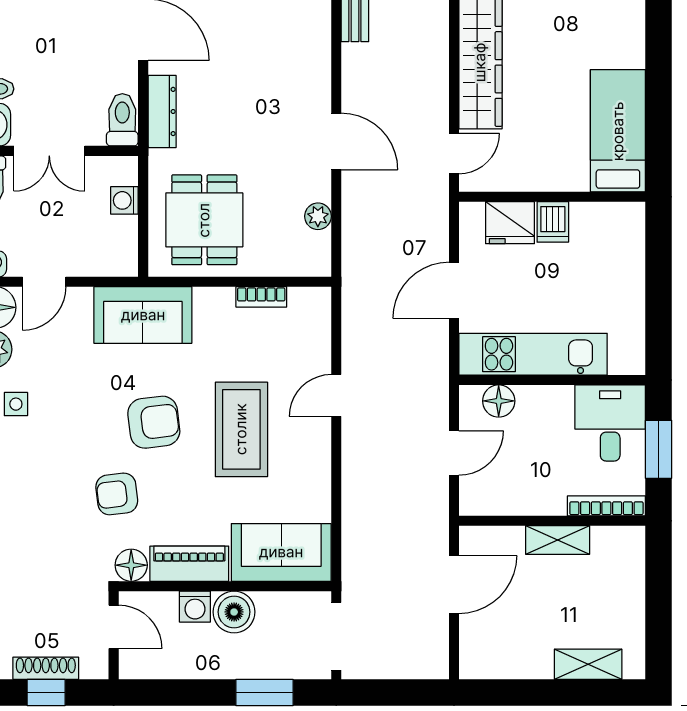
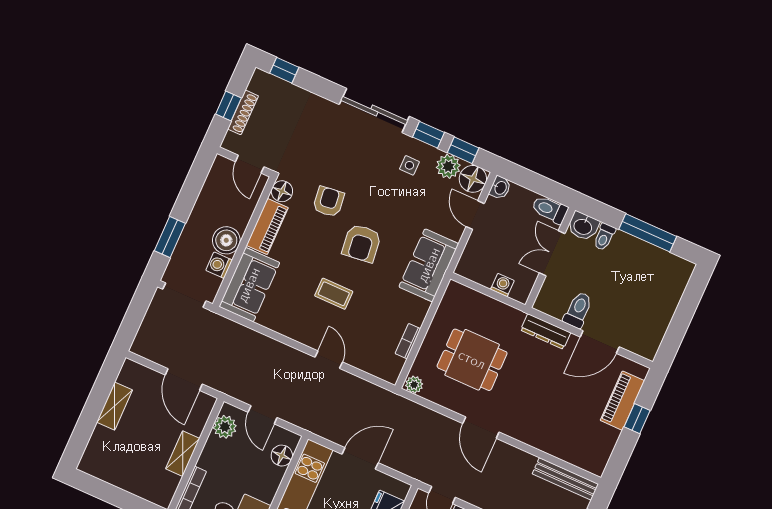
toilet: (122, 120) -> (578, 310), moved, turned -90
door: (336, 141) -> (481, 428), hinge flipped
plant: (318, 216) -> (414, 385), moved
dining table: (204, 220) -> (472, 360), moved
door: (454, 290) -> (360, 458), hinge flipped
coffee table: (241, 429) -> (334, 294), width x0.54, depth x0.58
plant: (494, 498) -> (225, 427), added
washing machine: (195, 607) -> (219, 265), moved
door: (114, 627) -> (250, 164), hinge flipped
shelving: (588, 664) -> (115, 406), moved

